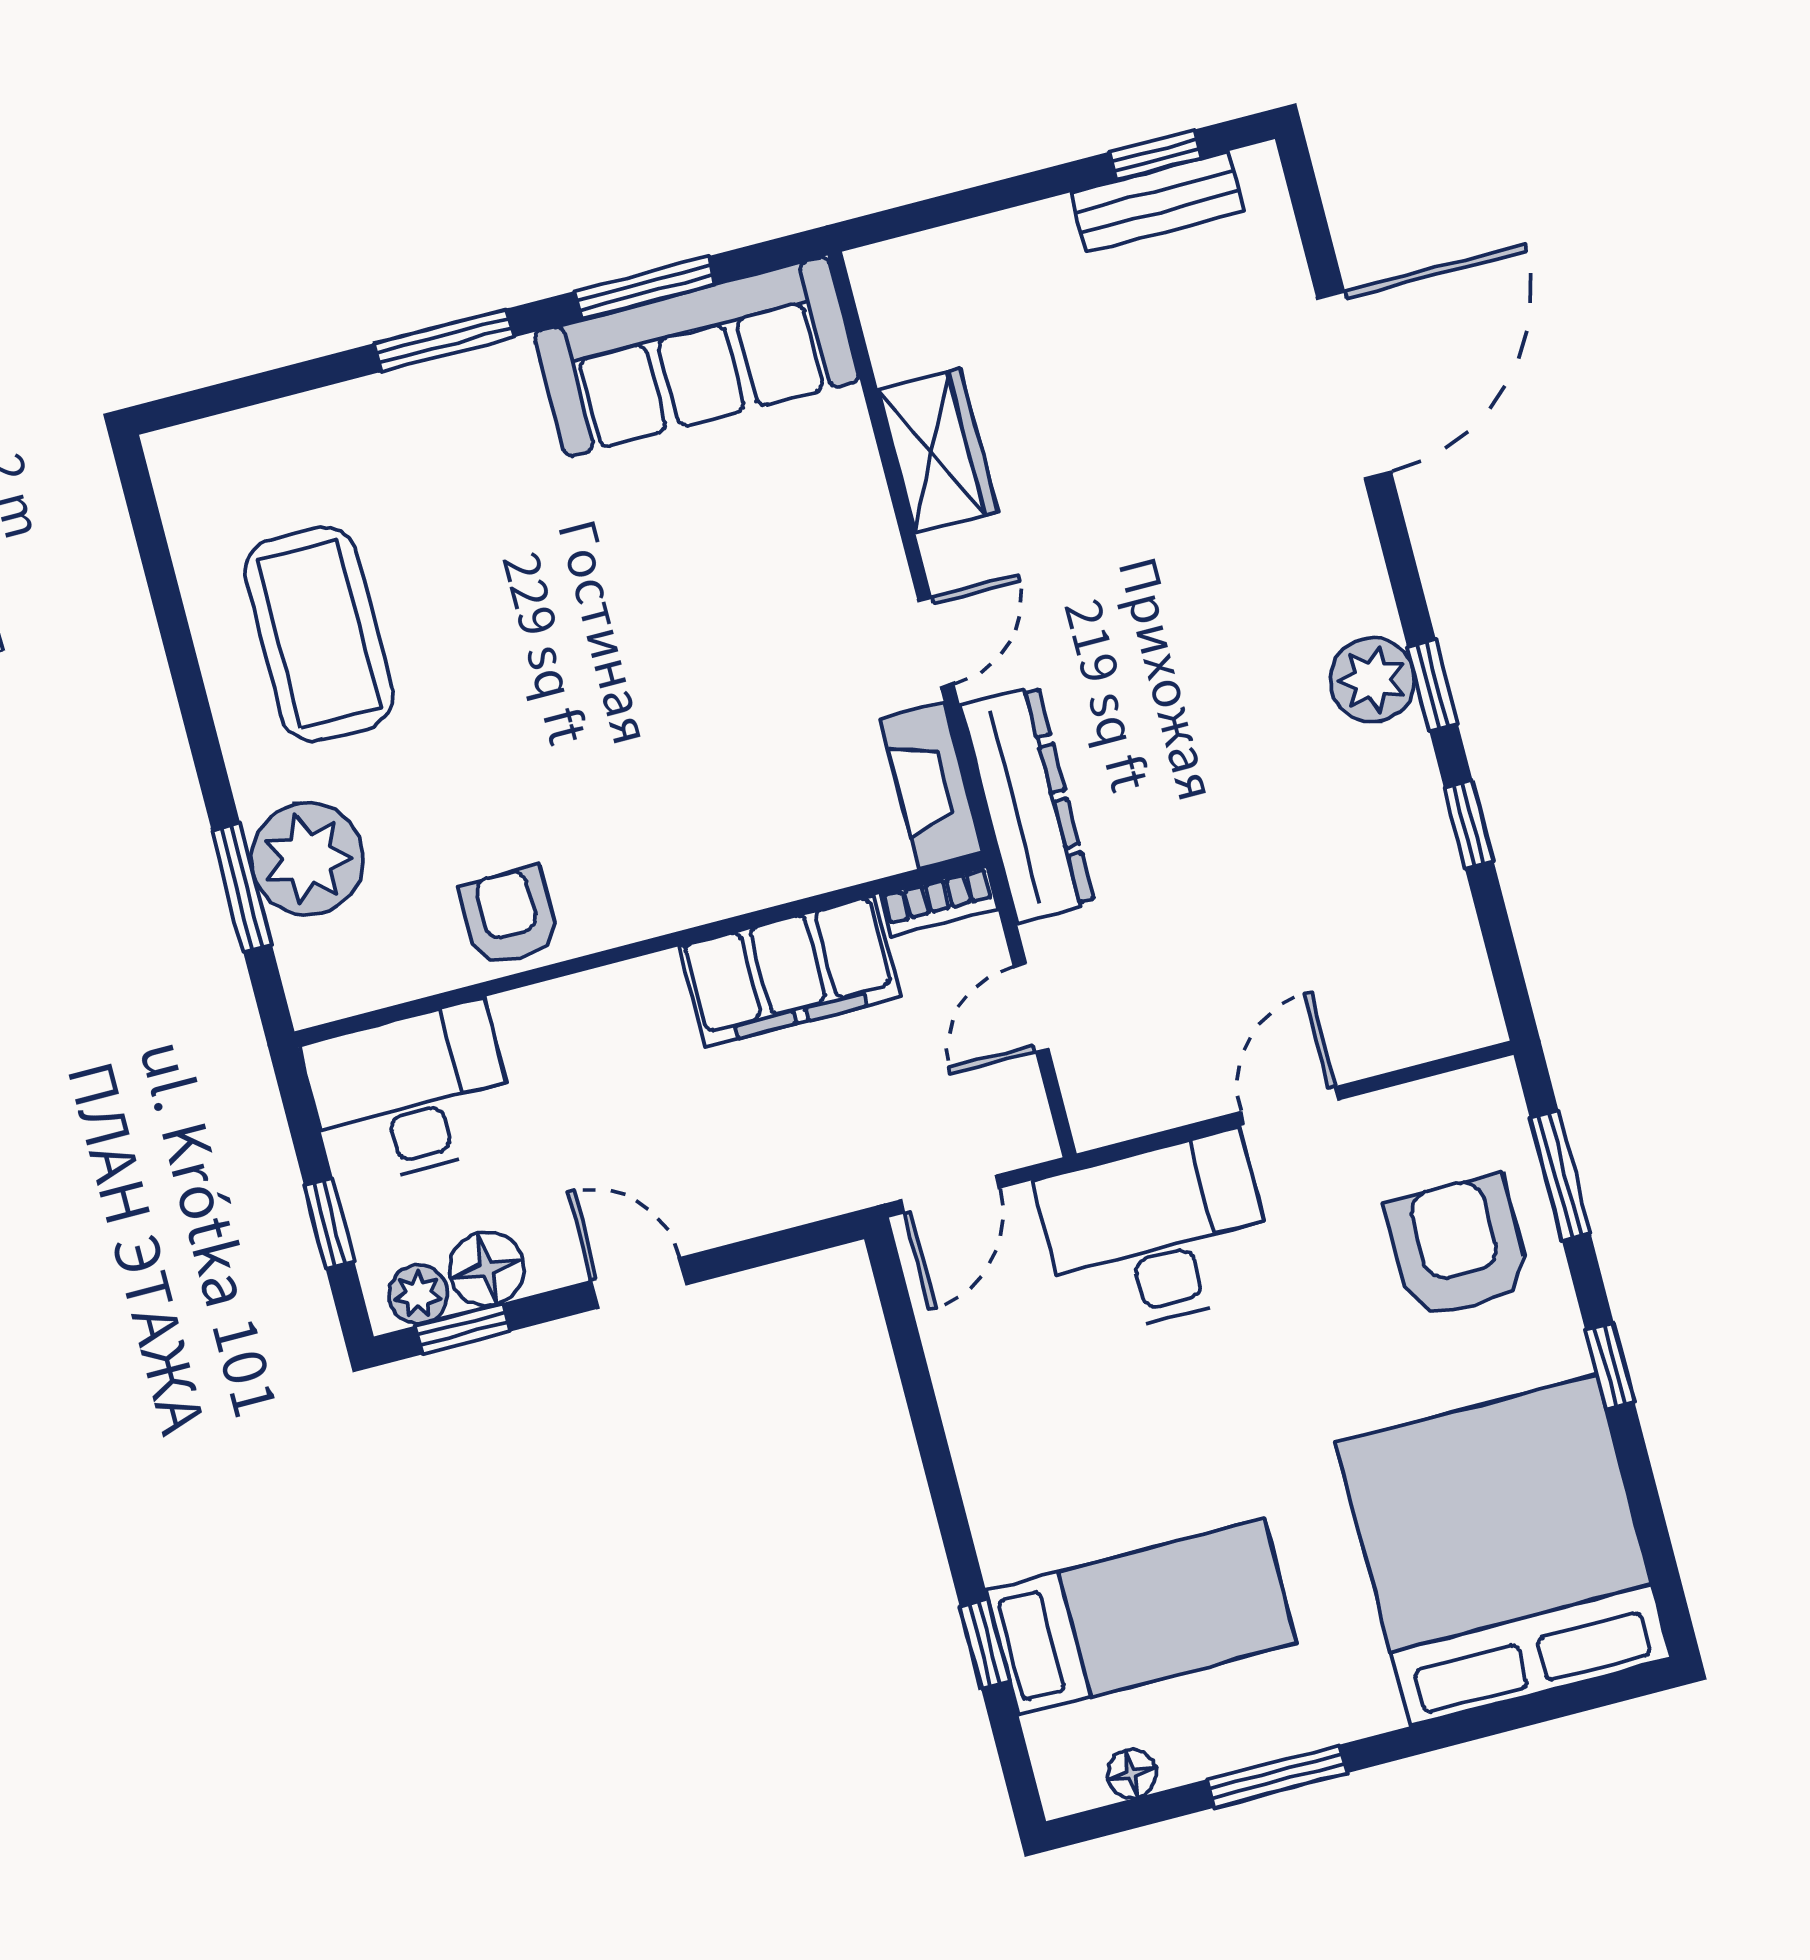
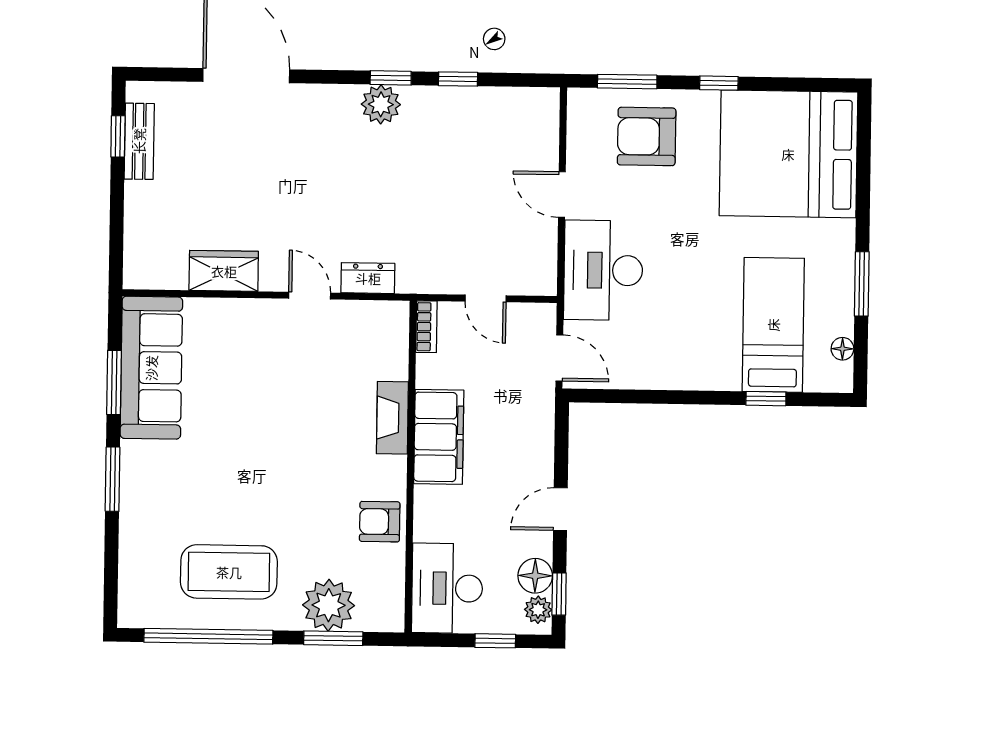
window: (174, 628) -> (208, 636), added
fireplace: (931, 785) -> (392, 418), moved, turned 90
dresser: (1027, 804) -> (368, 278), width x0.51, depth x0.80
filing cabinet: (789, 972) -> (439, 437), moved

